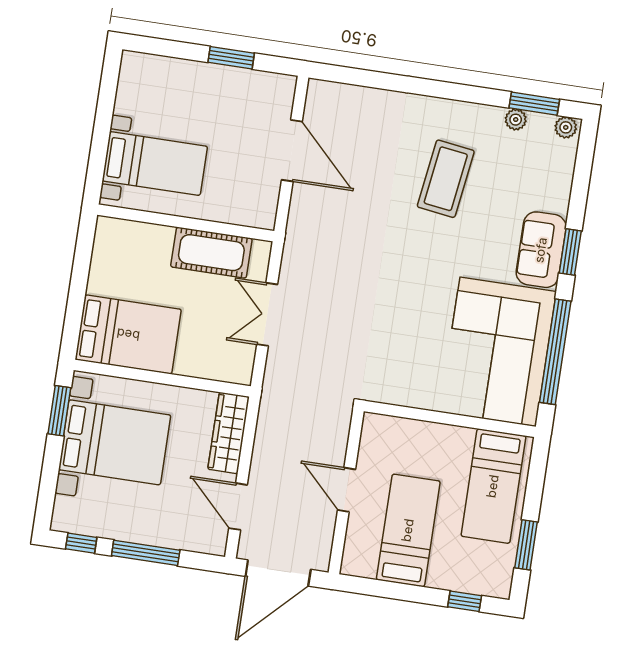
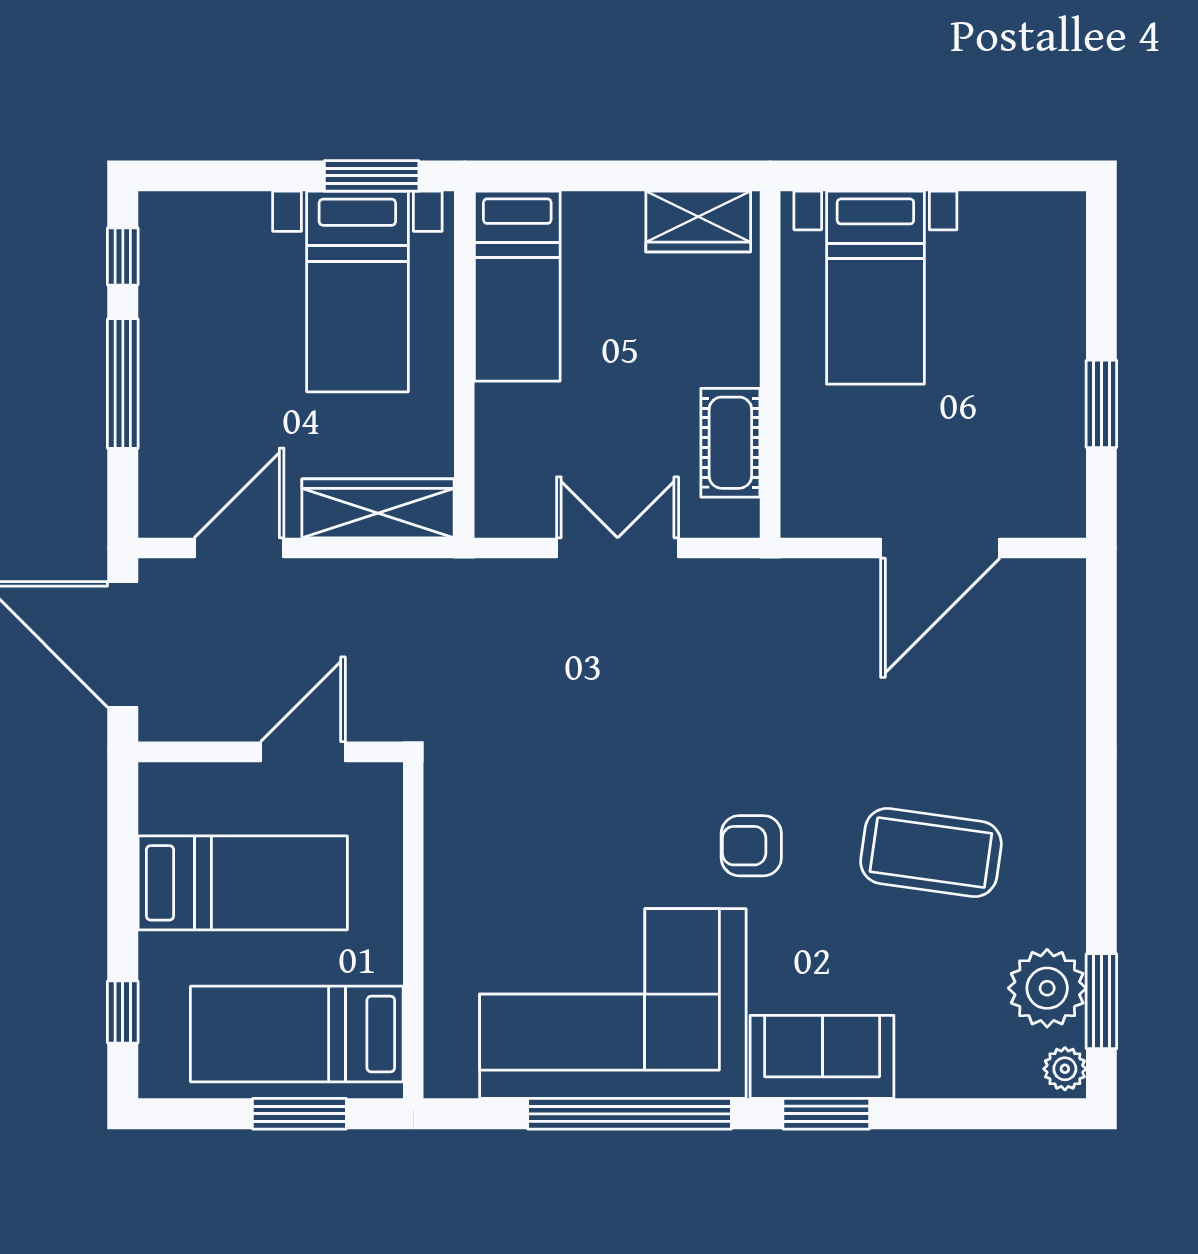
plant: (516, 120) -> (1047, 988), width x1.87, depth x1.87
wardrobe: (108, 248) -> (698, 222), added
cot: (211, 253) -> (730, 443), width x0.73, depth x0.75
armchair: (428, 269) -> (751, 846), added
bed: (128, 334) -> (517, 286), width x0.67
wall: (450, 419) -> (413, 930), moved
bed with nightstands: (115, 442) -> (357, 291), width x0.73
bed: (493, 486) -> (297, 1034), moved
window: (526, 545) -> (299, 1114), moved

